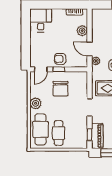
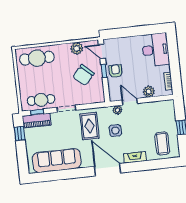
desk: (41, 20) -> (155, 50), width x1.37
door: (90, 49) -> (130, 102), hinge flipped
chair: (61, 89) -> (83, 75), turned -48
plant: (36, 103) -> (77, 48), moved
cafe table: (59, 133) -> (41, 100), moved

